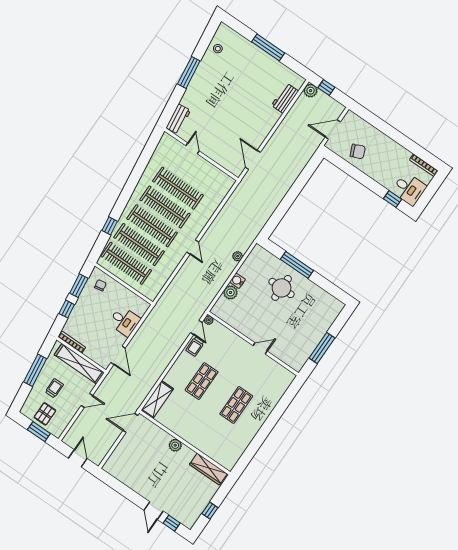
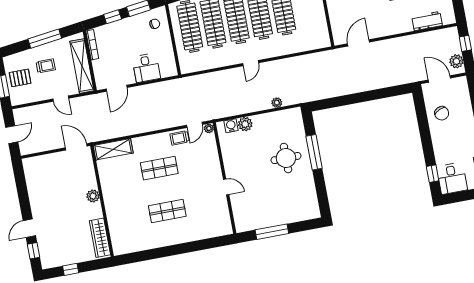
plant: (311, 91) -> (456, 61), moved
water cooler: (237, 281) -> (231, 126), moved

